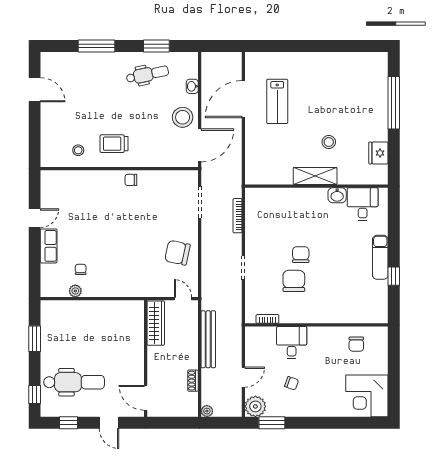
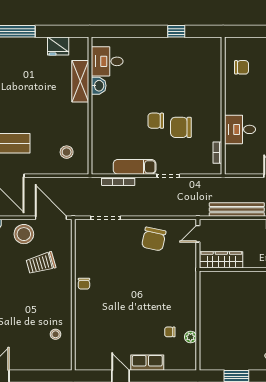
stool: (329, 142) -> (67, 152), moved
trolley: (114, 144) -> (41, 263), moved, turned 74
shelving: (315, 176) -> (80, 81), moved
exam couch: (380, 257) -> (135, 167), moved, turned 180

